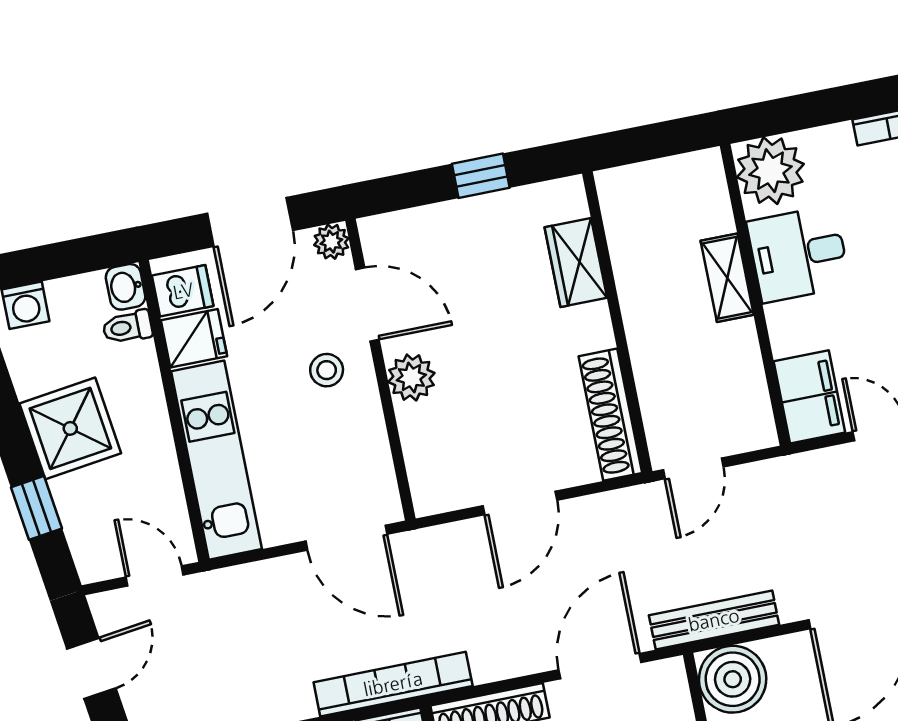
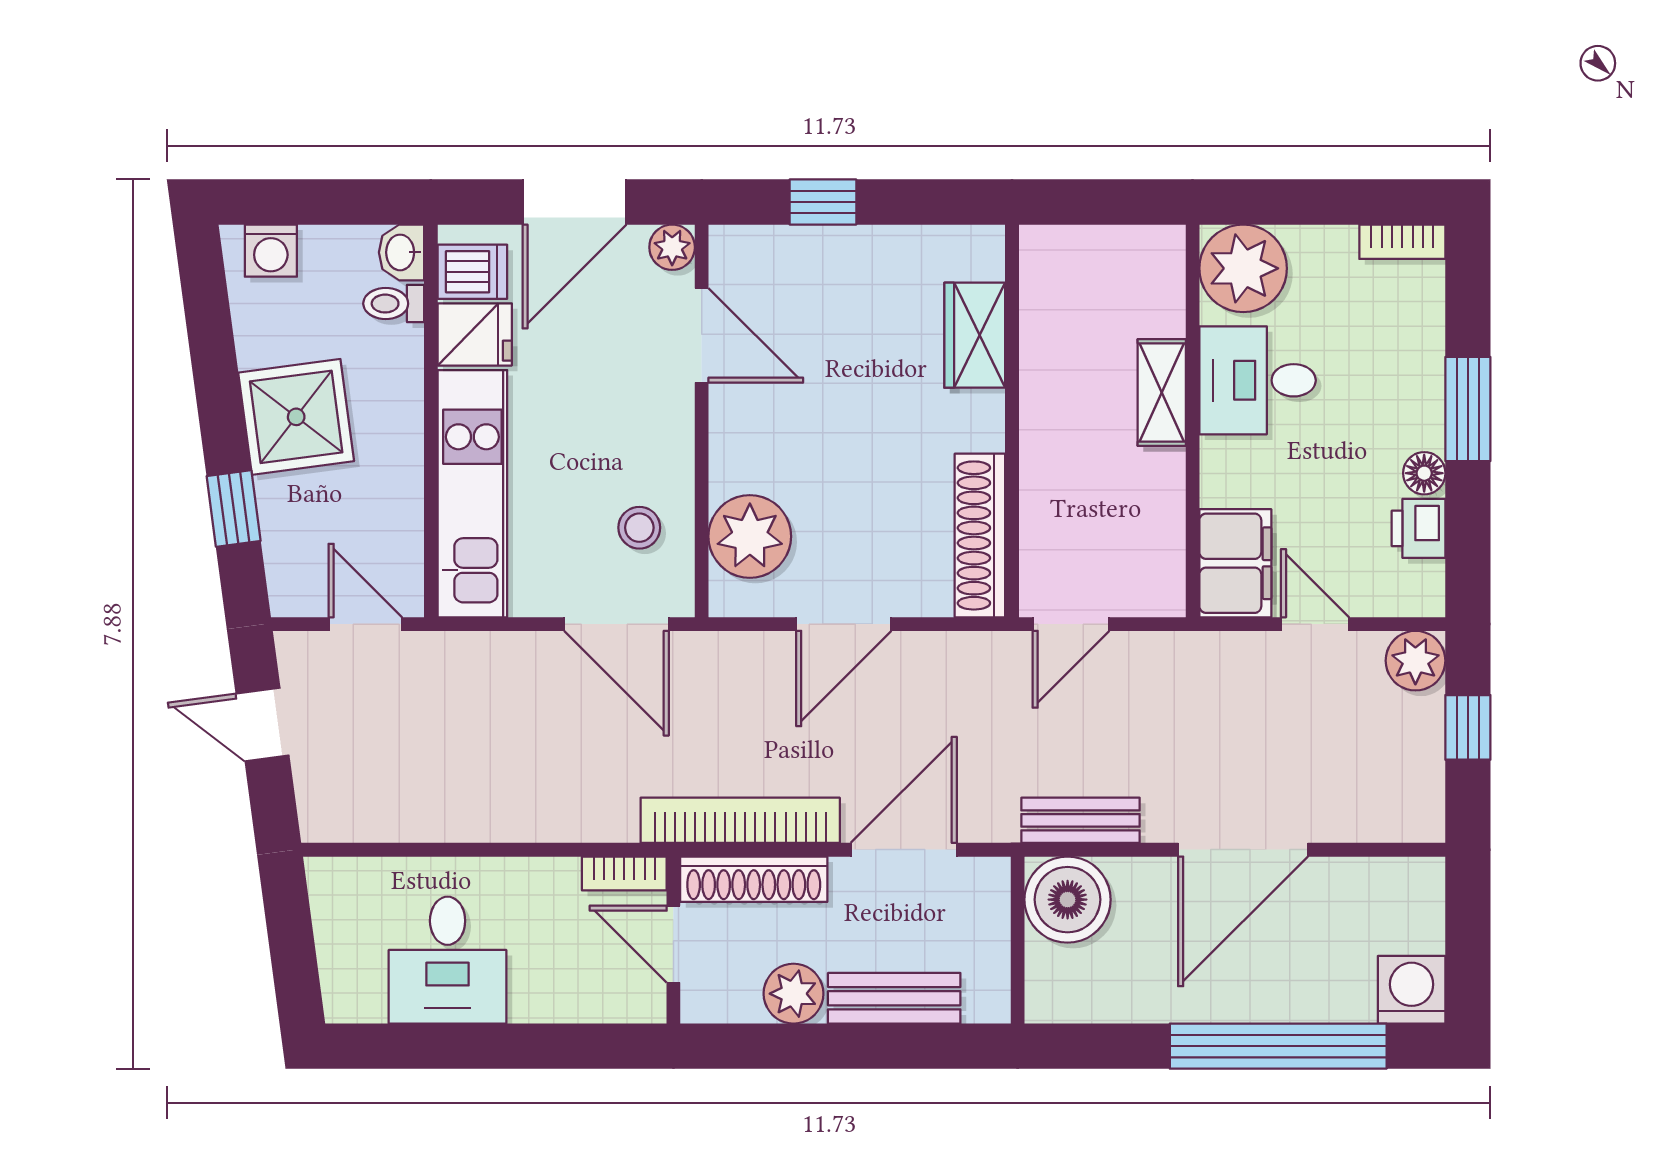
window: (481, 176) -> (823, 202), moved
stool: (327, 370) -> (639, 528), moved
plant: (411, 377) -> (750, 536), moved, width x1.36, depth x1.36
bench: (714, 620) -> (1080, 820), width x0.73
door: (91, 668) -> (262, 724), swing flipped
bookcase: (393, 684) -> (740, 820), moved

